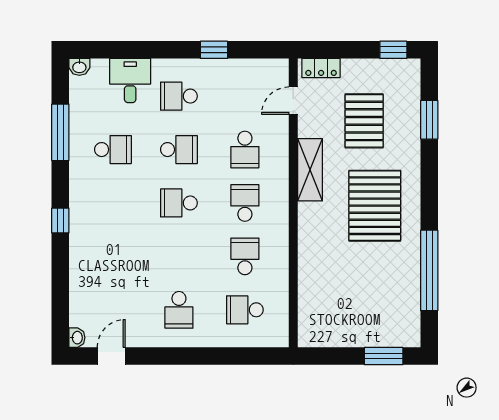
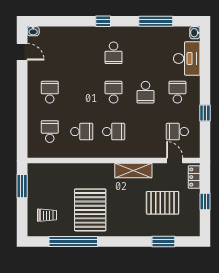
window: (393, 50) -> (205, 201), moved
desk: (130, 81) -> (187, 58), width x1.37
school desk: (113, 150) -> (114, 53), moved
school desk: (245, 150) -> (177, 132), moved
pallet: (375, 206) -> (90, 210), moved, turned 90
school desk: (179, 310) -> (50, 92), turned 90
trolley: (385, 314) -> (47, 215), added
window: (384, 356) -> (22, 186), moved

